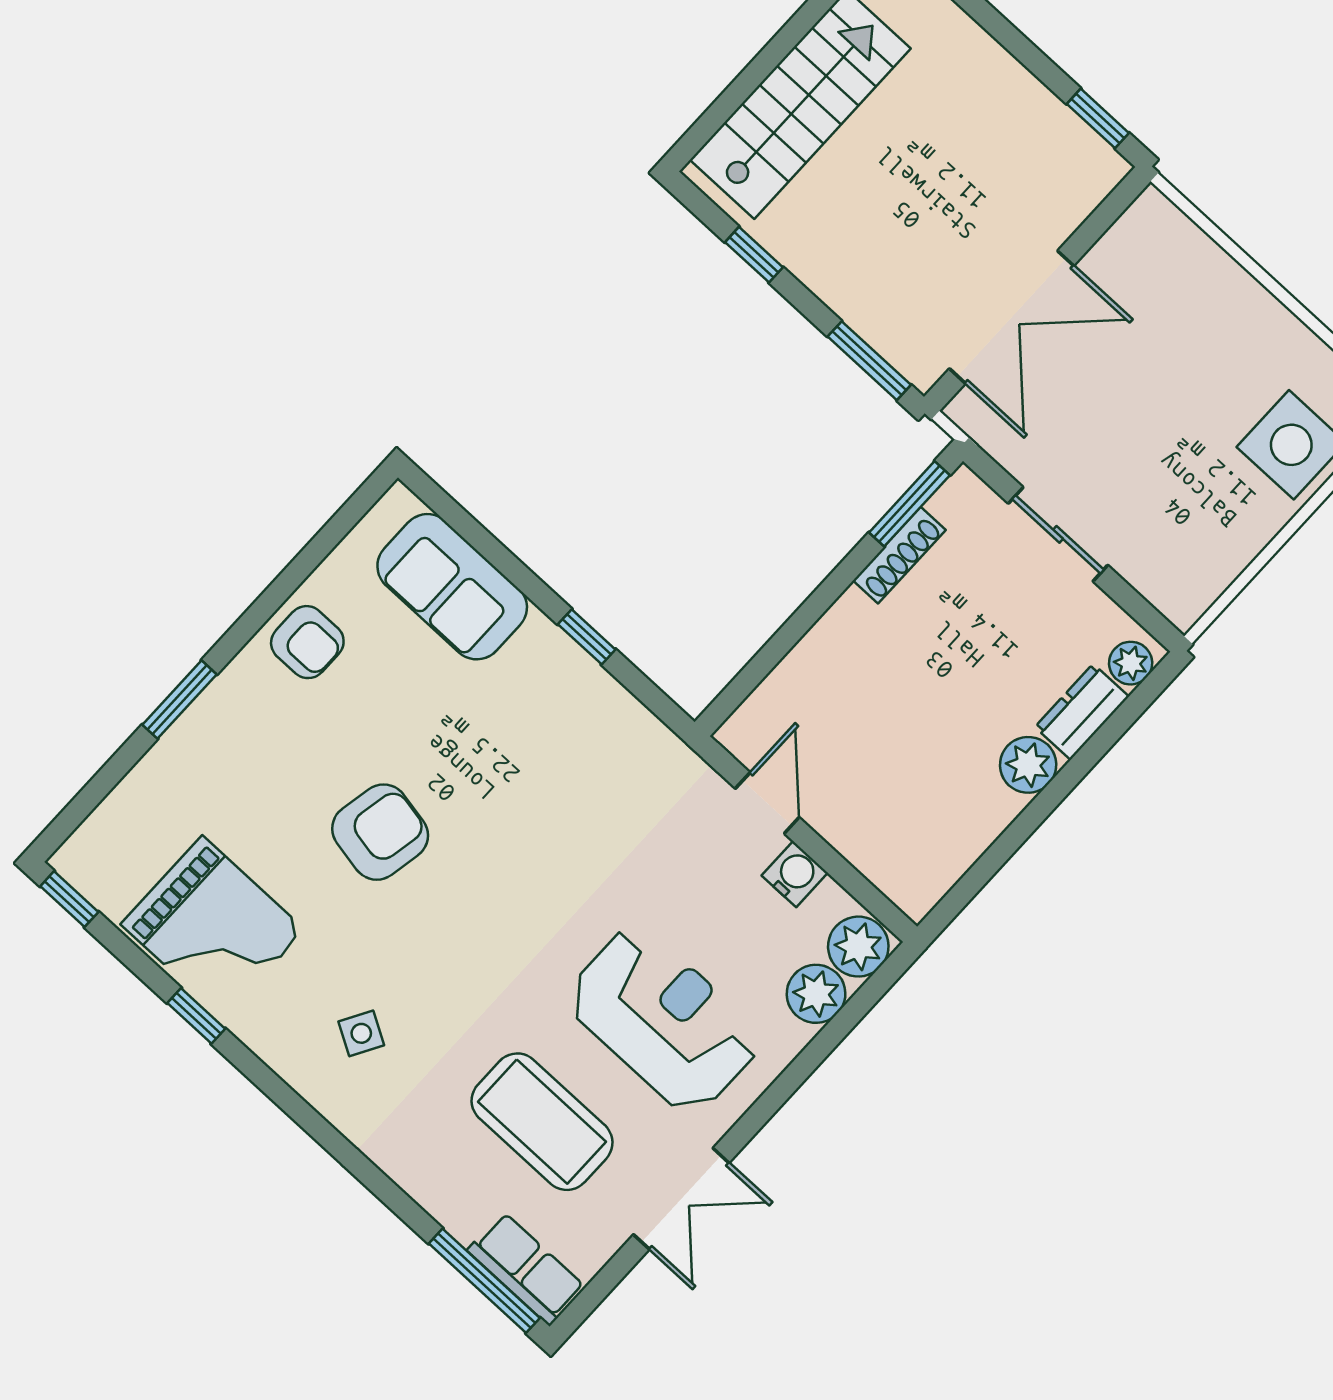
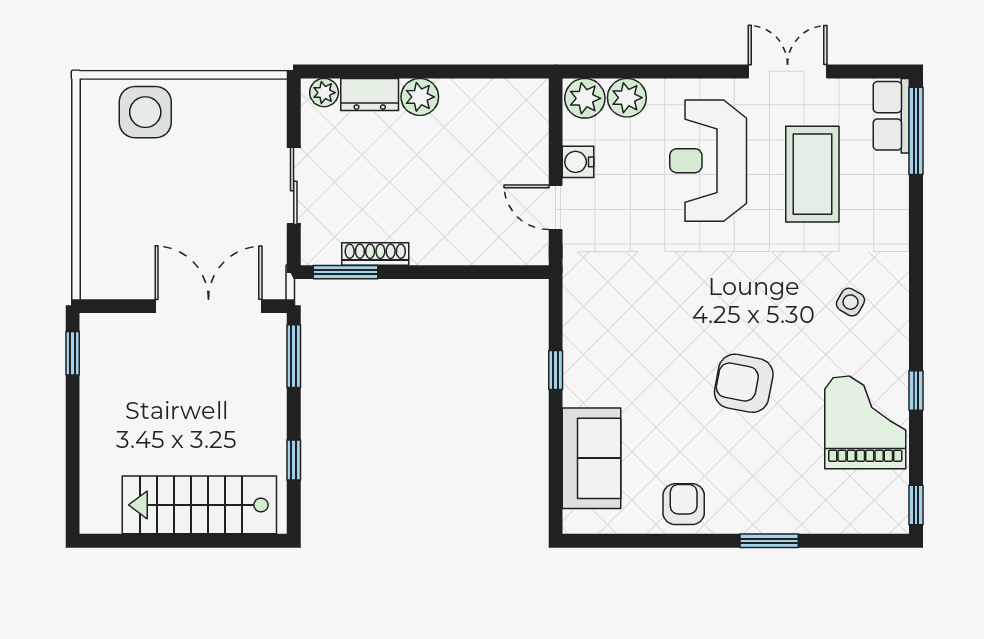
door: (767, 803) -> (556, 207), hinge flipped

